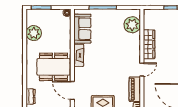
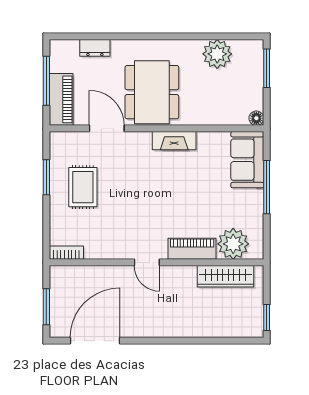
sofa: (82, 29) -> (247, 160), moved, turned 90
wardrobe: (149, 44) -> (226, 276), moved
piano: (135, 89) -> (192, 249), moved
door: (72, 90) -> (107, 128), hinge flipped

